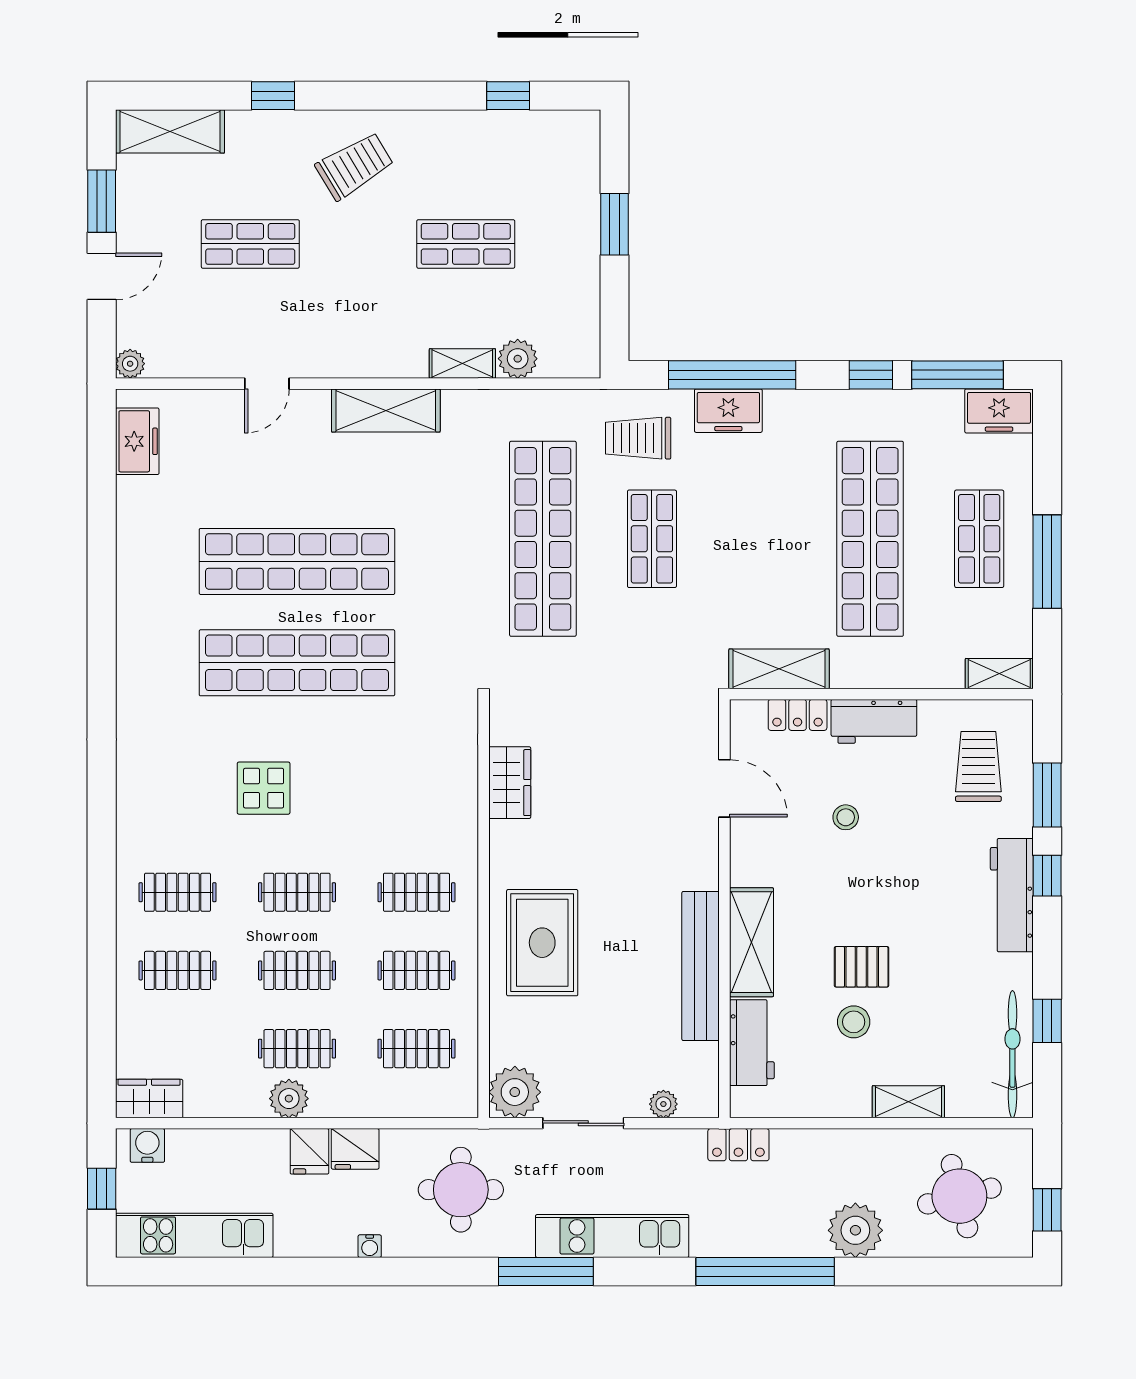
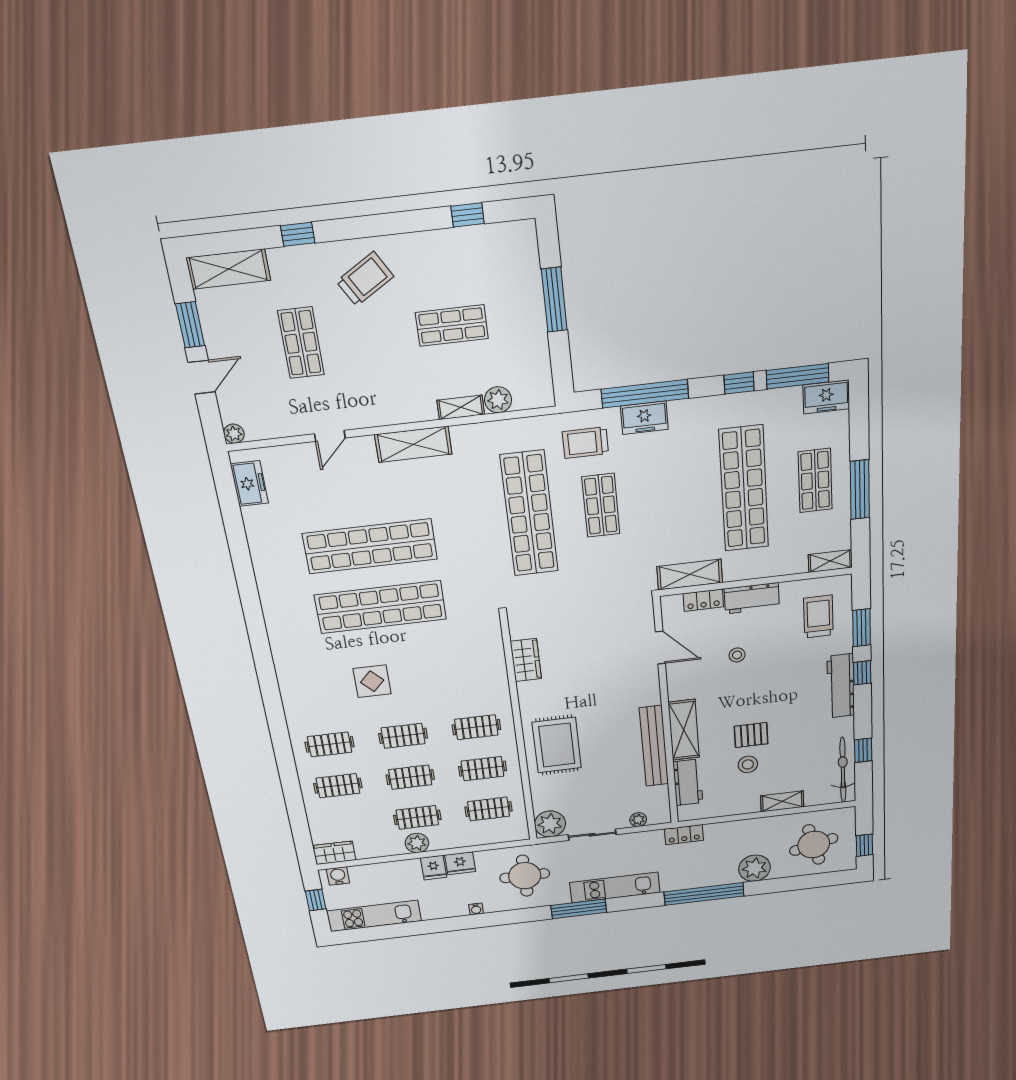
window: (614, 224) -> (554, 300), width x1.44
shop shelf: (250, 244) -> (301, 343), turned 90

